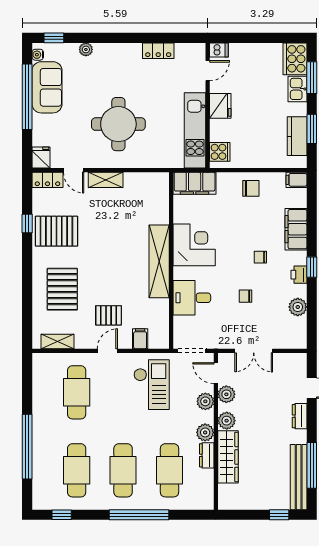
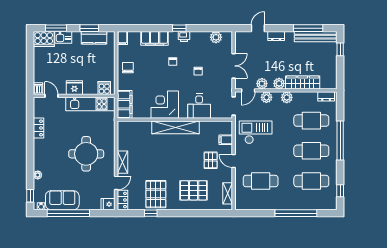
plant: (298, 307) -> (216, 37), moved
dresser: (207, 455) -> (326, 96), moved

